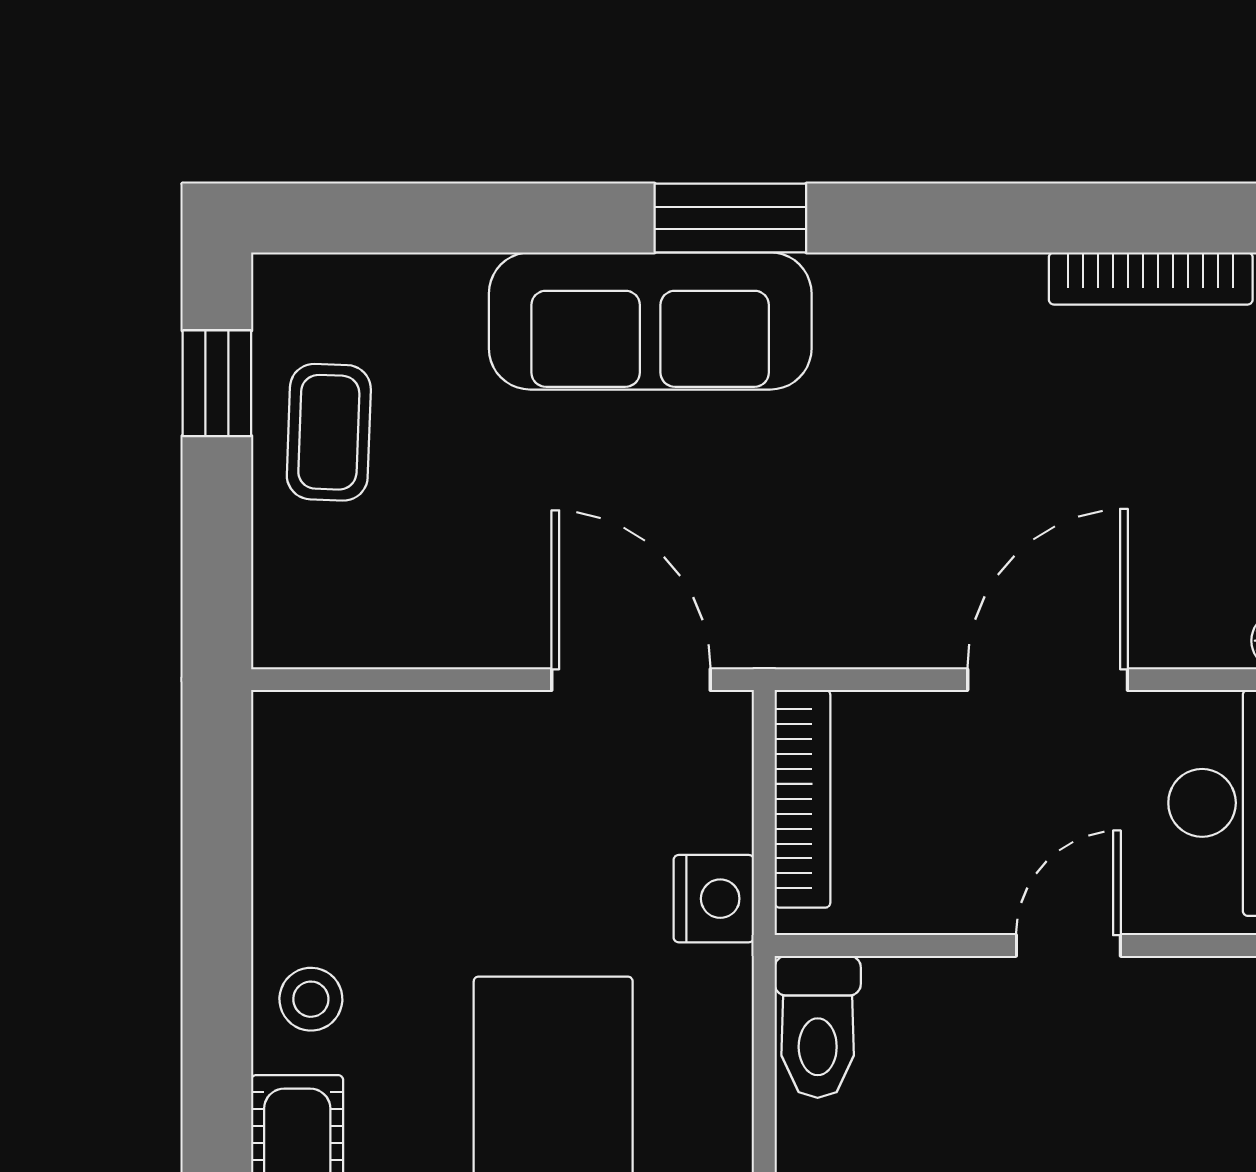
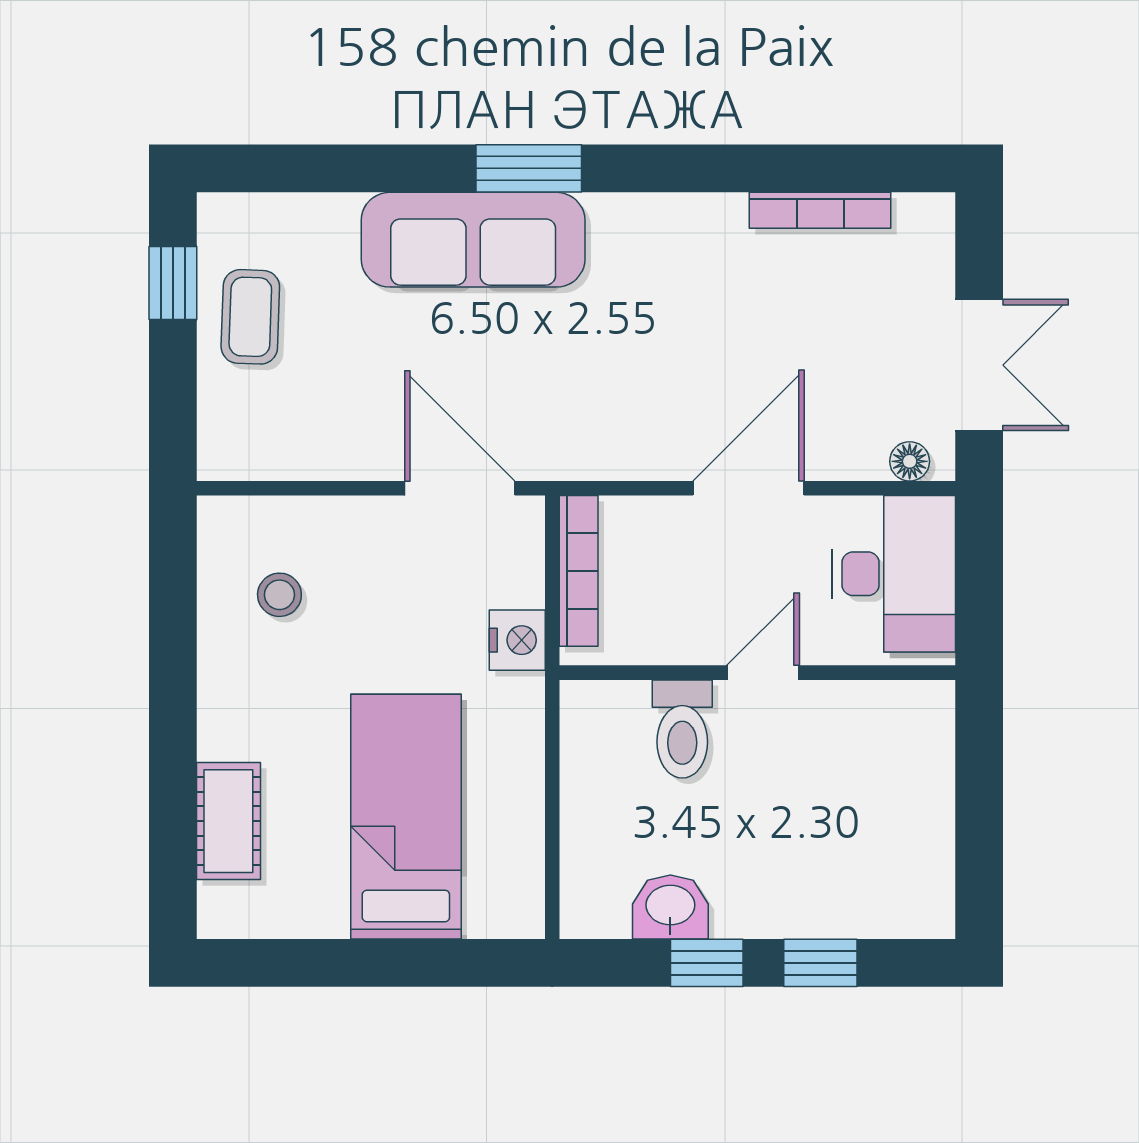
stool: (311, 999) -> (279, 595), moved
toilet: (818, 1027) -> (682, 729), moved

